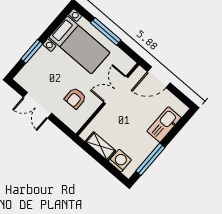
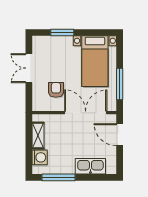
window: (106, 31) -> (120, 84), moved
double door: (116, 90) -> (86, 113), width x1.37
armchair: (75, 98) -> (56, 90), turned 90

